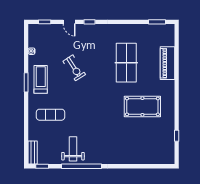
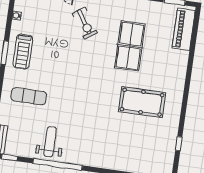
piano: (168, 63) -> (184, 29), moved
exercise bike: (74, 68) -> (85, 23), moved
treadmill: (41, 79) -> (23, 52), turned 180

